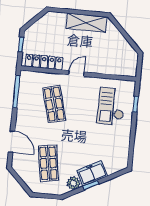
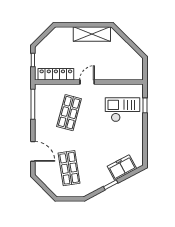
shop shelf: (54, 104) -> (69, 113), turned 30
checkout: (111, 107) -> (123, 110), turned 90
freezer: (92, 173) -> (122, 168), moved
plant: (73, 183) -> (94, 184), removed

